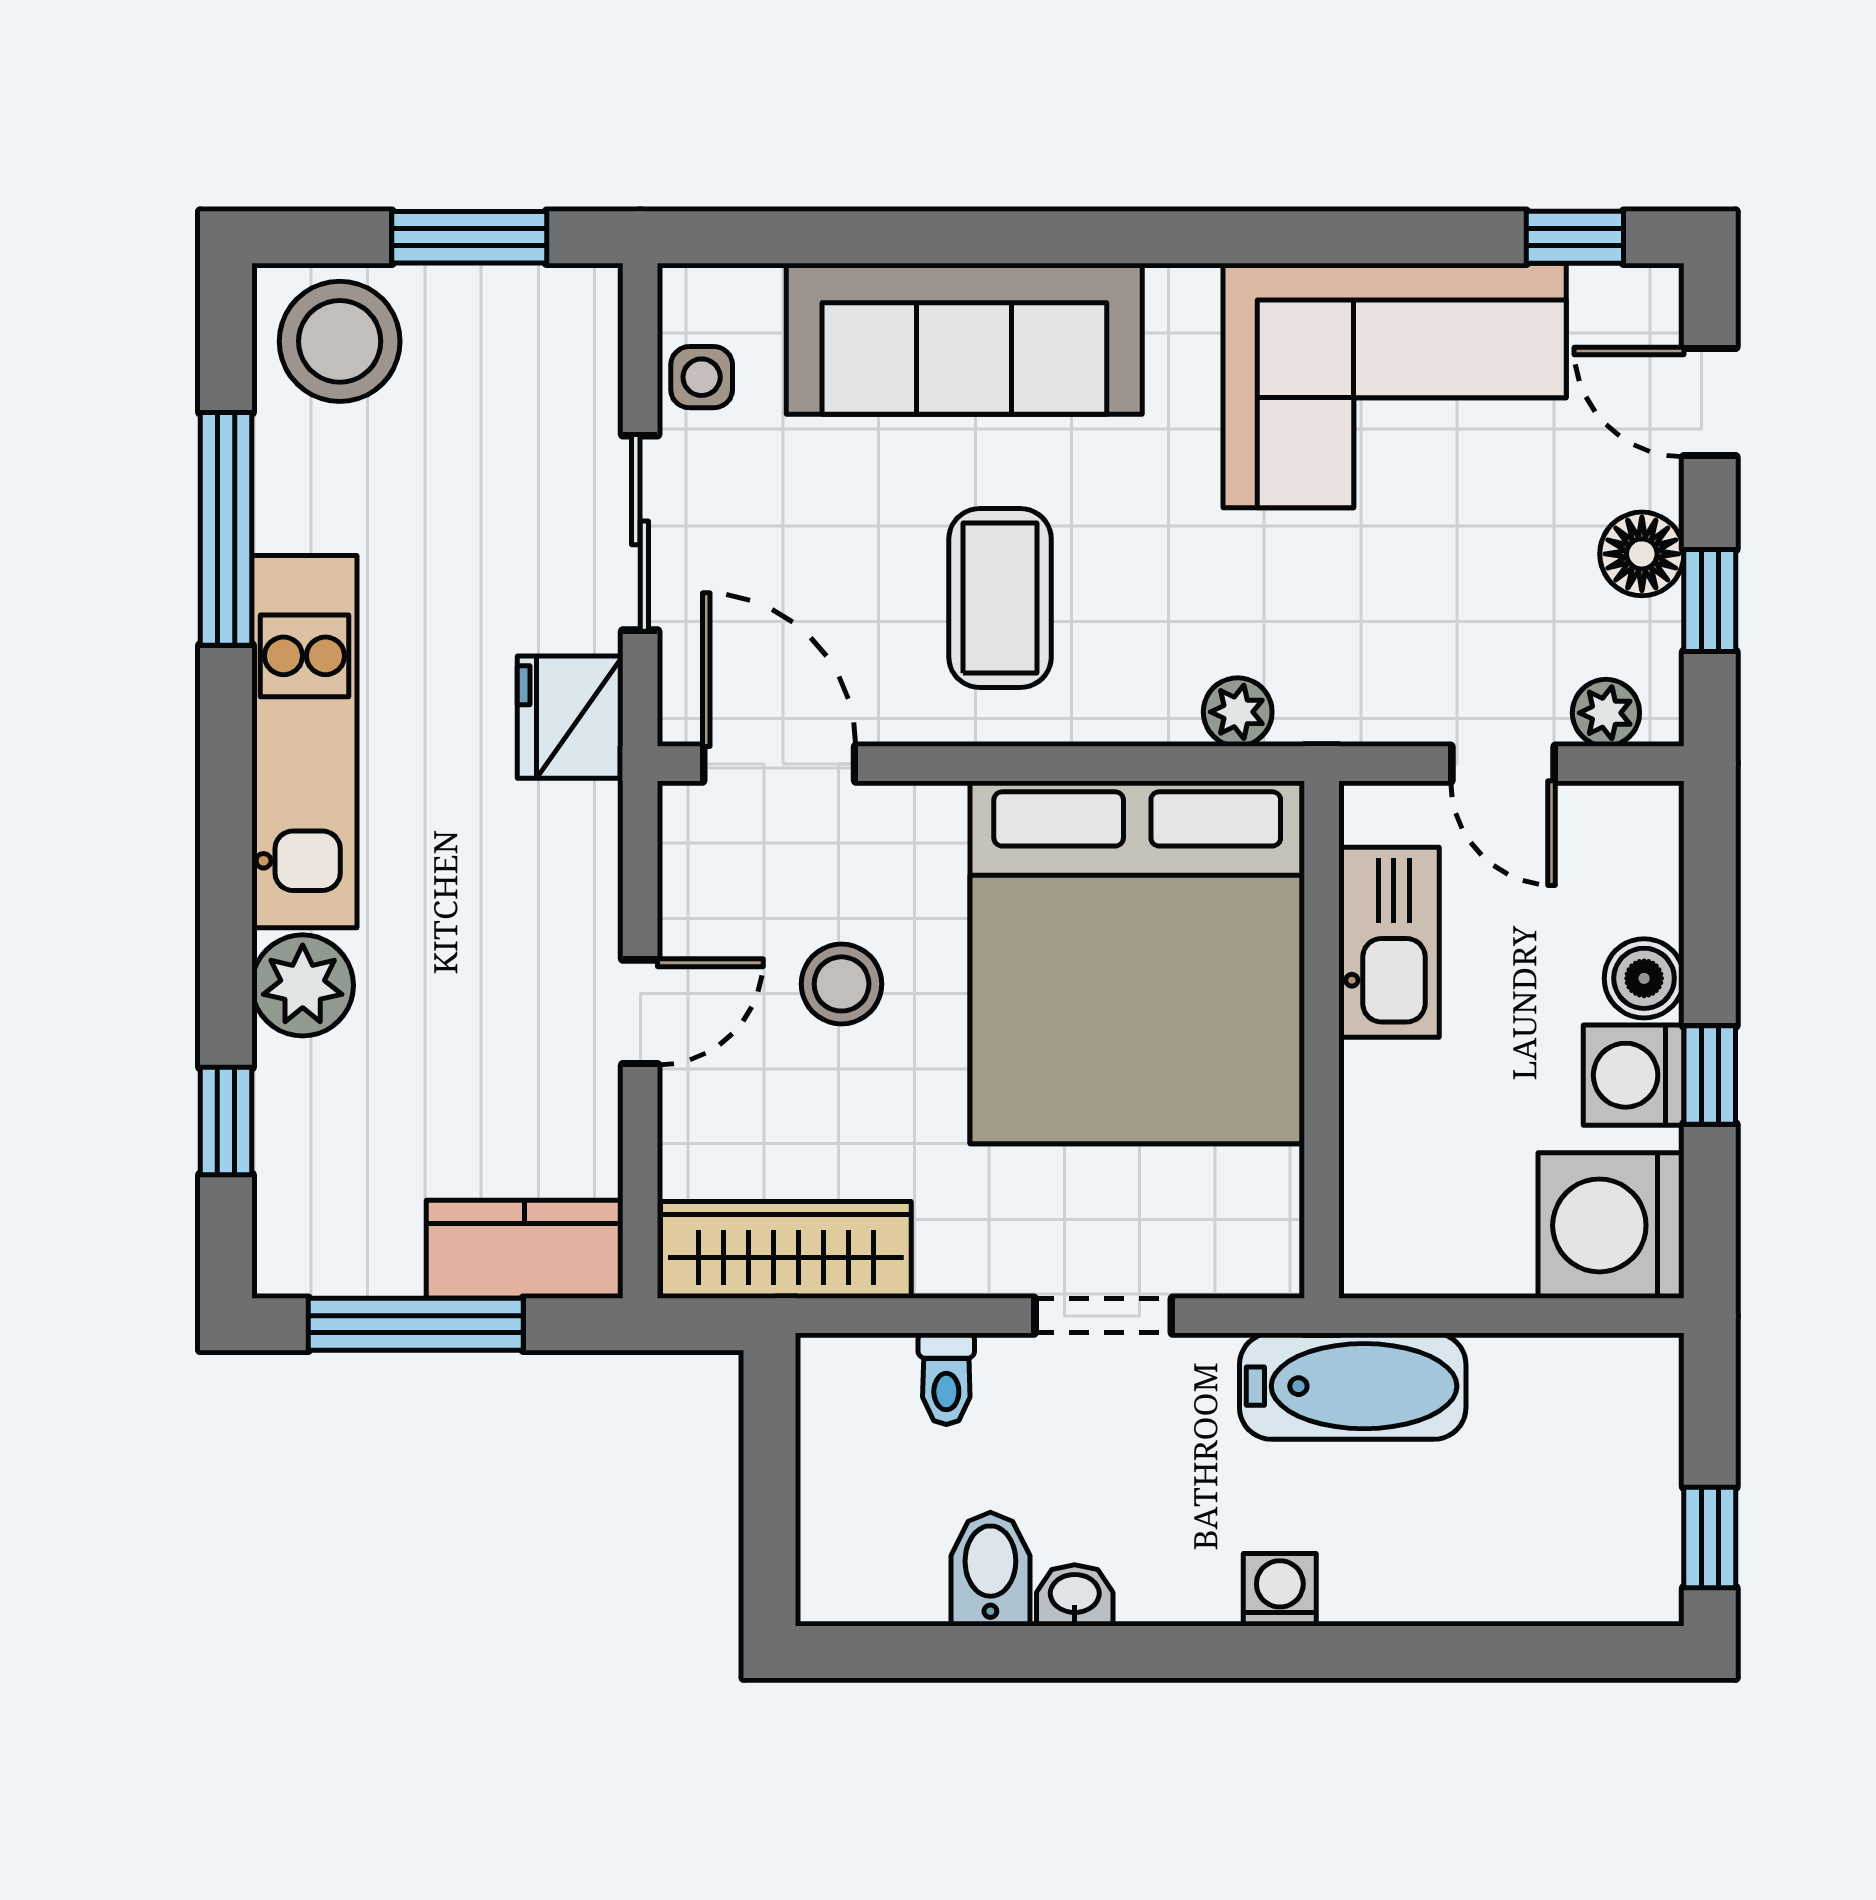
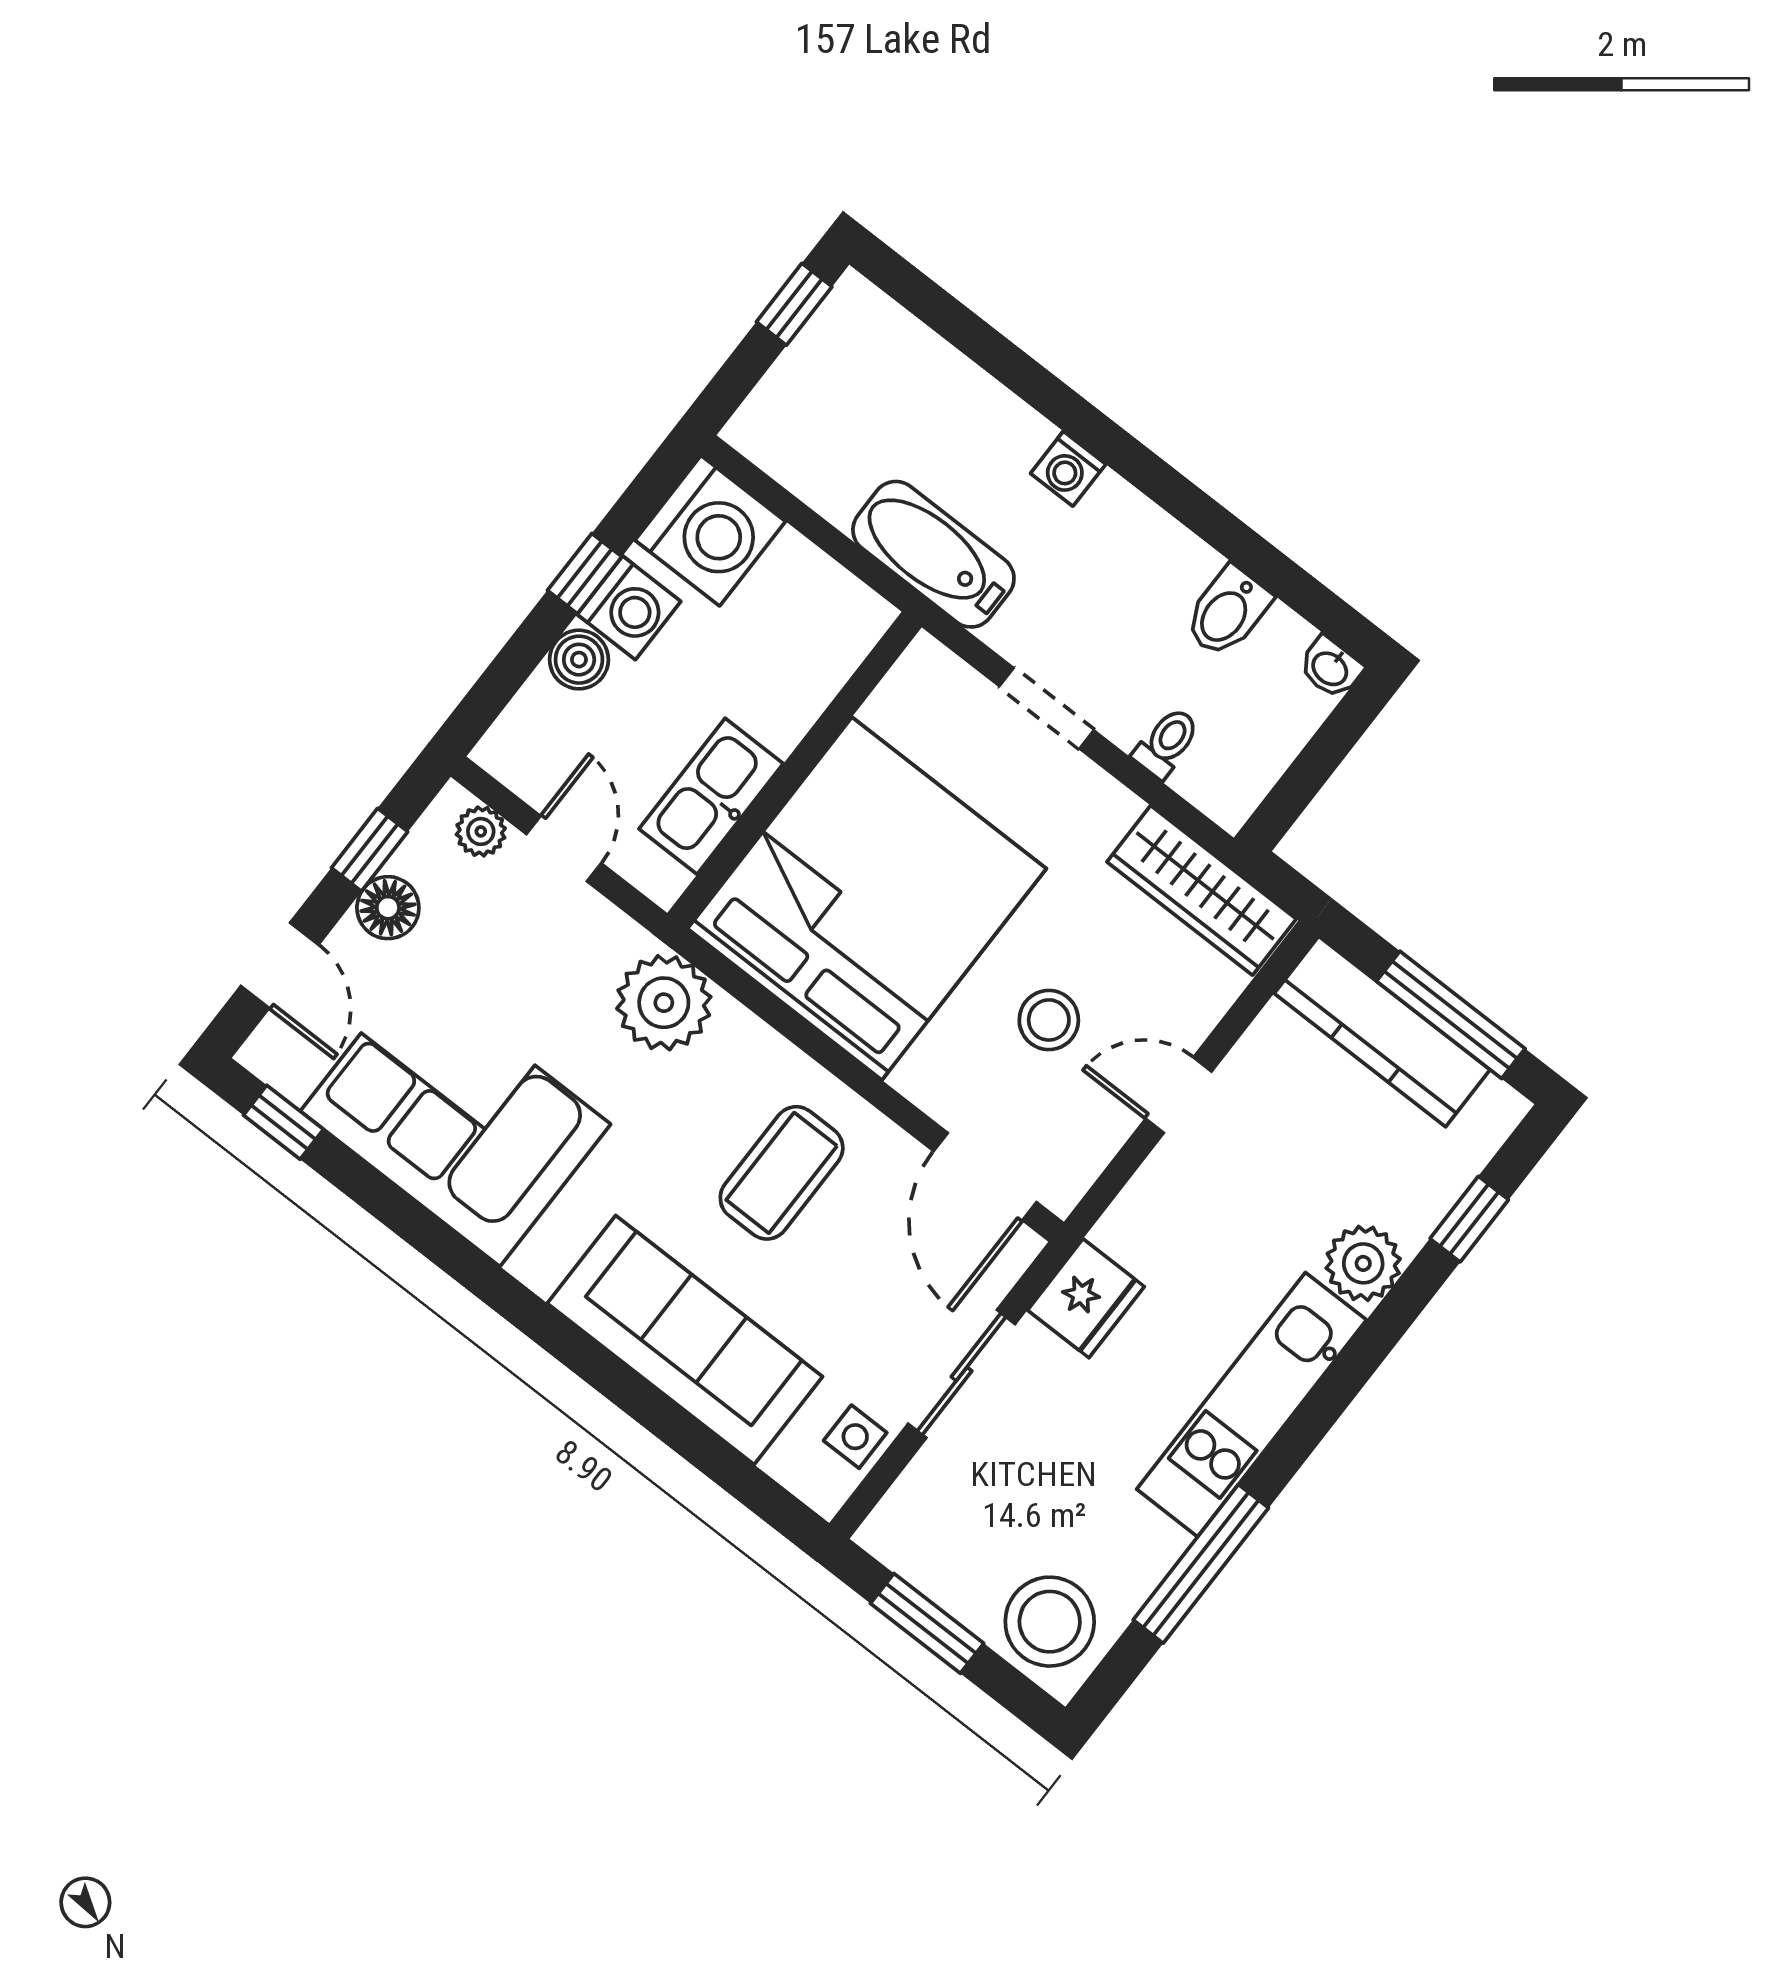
plant: (1238, 712) -> (664, 1003), width x1.88, depth x1.88
kitchen counter: (525, 1249) -> (1382, 1032), width x1.50
washbasin: (1075, 1595) -> (1331, 668), moved

